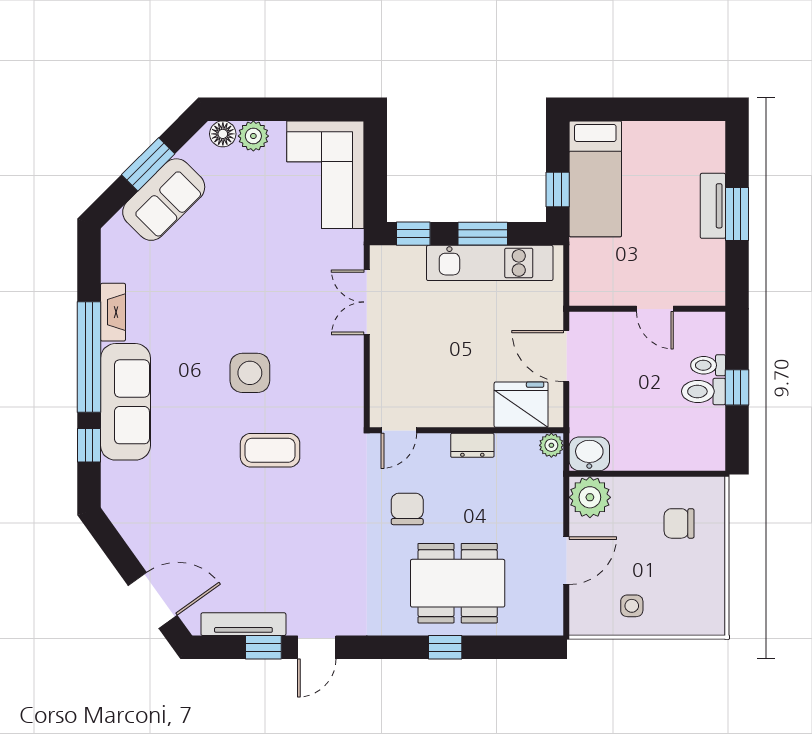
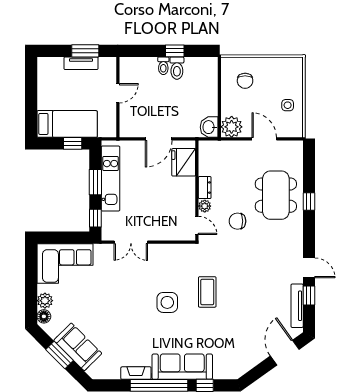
wall: (647, 309) -> (118, 97), moved
door: (655, 309) -> (118, 93), moved
plant: (551, 445) -> (205, 206), moved

